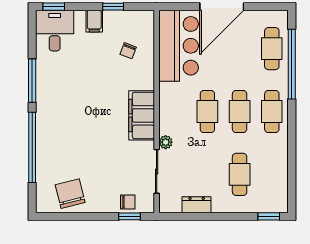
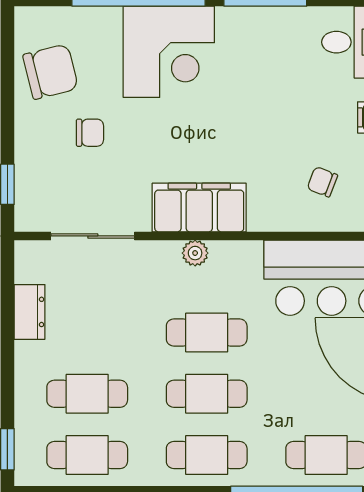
corner desk: (60, 131) -> (169, 52), added
plant: (166, 142) -> (195, 253), moved
cafe table: (272, 174) -> (87, 455), added
chair: (128, 202) -> (90, 133), moved, turned -90

